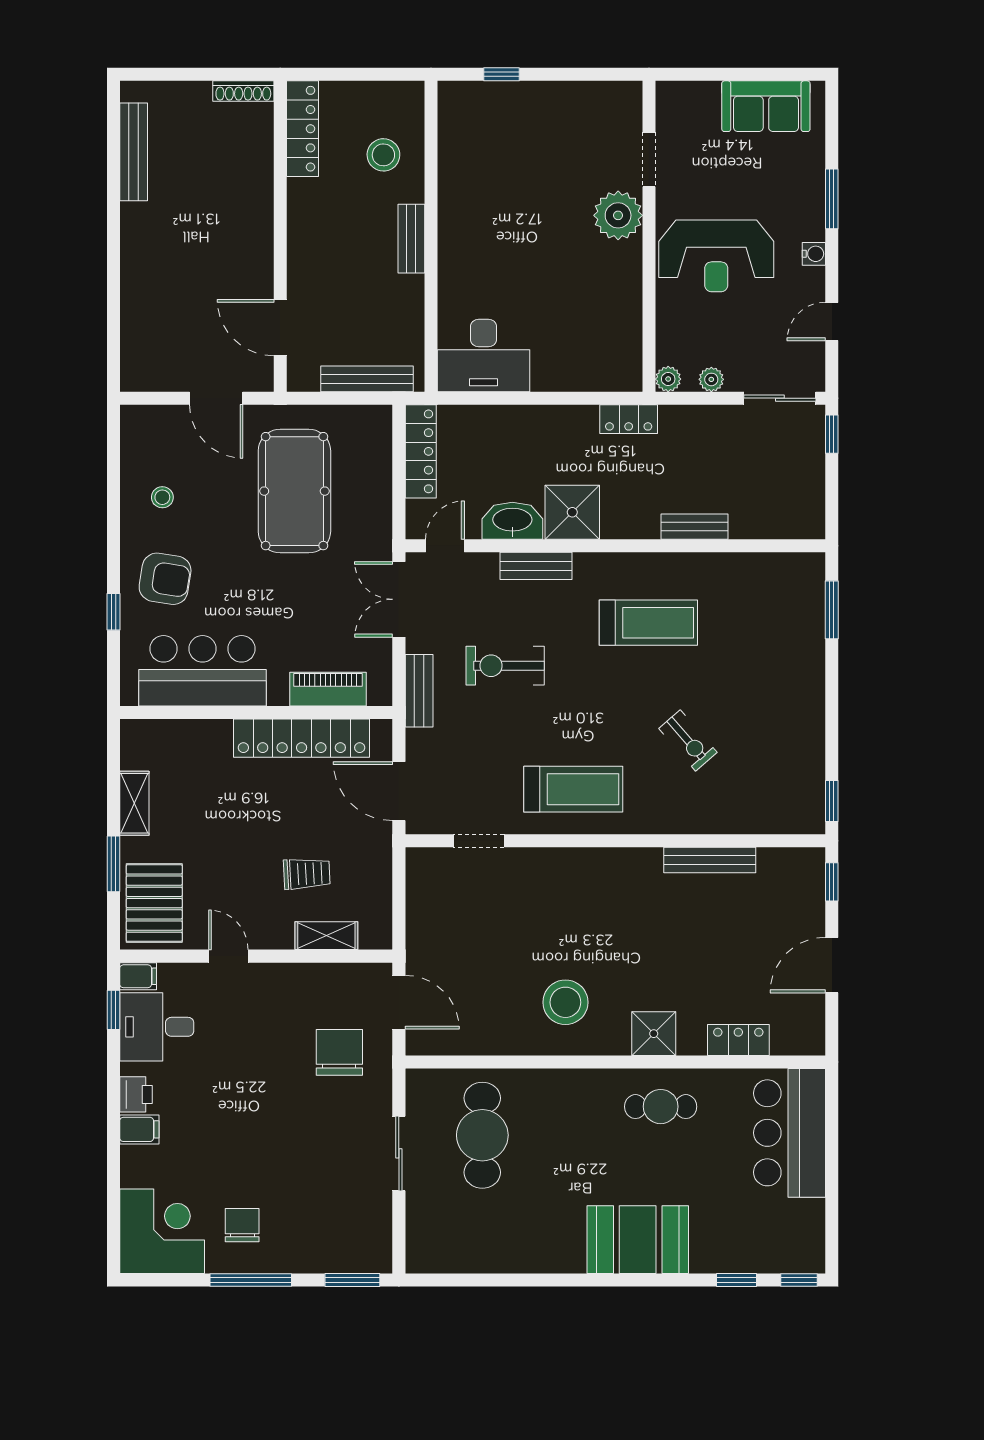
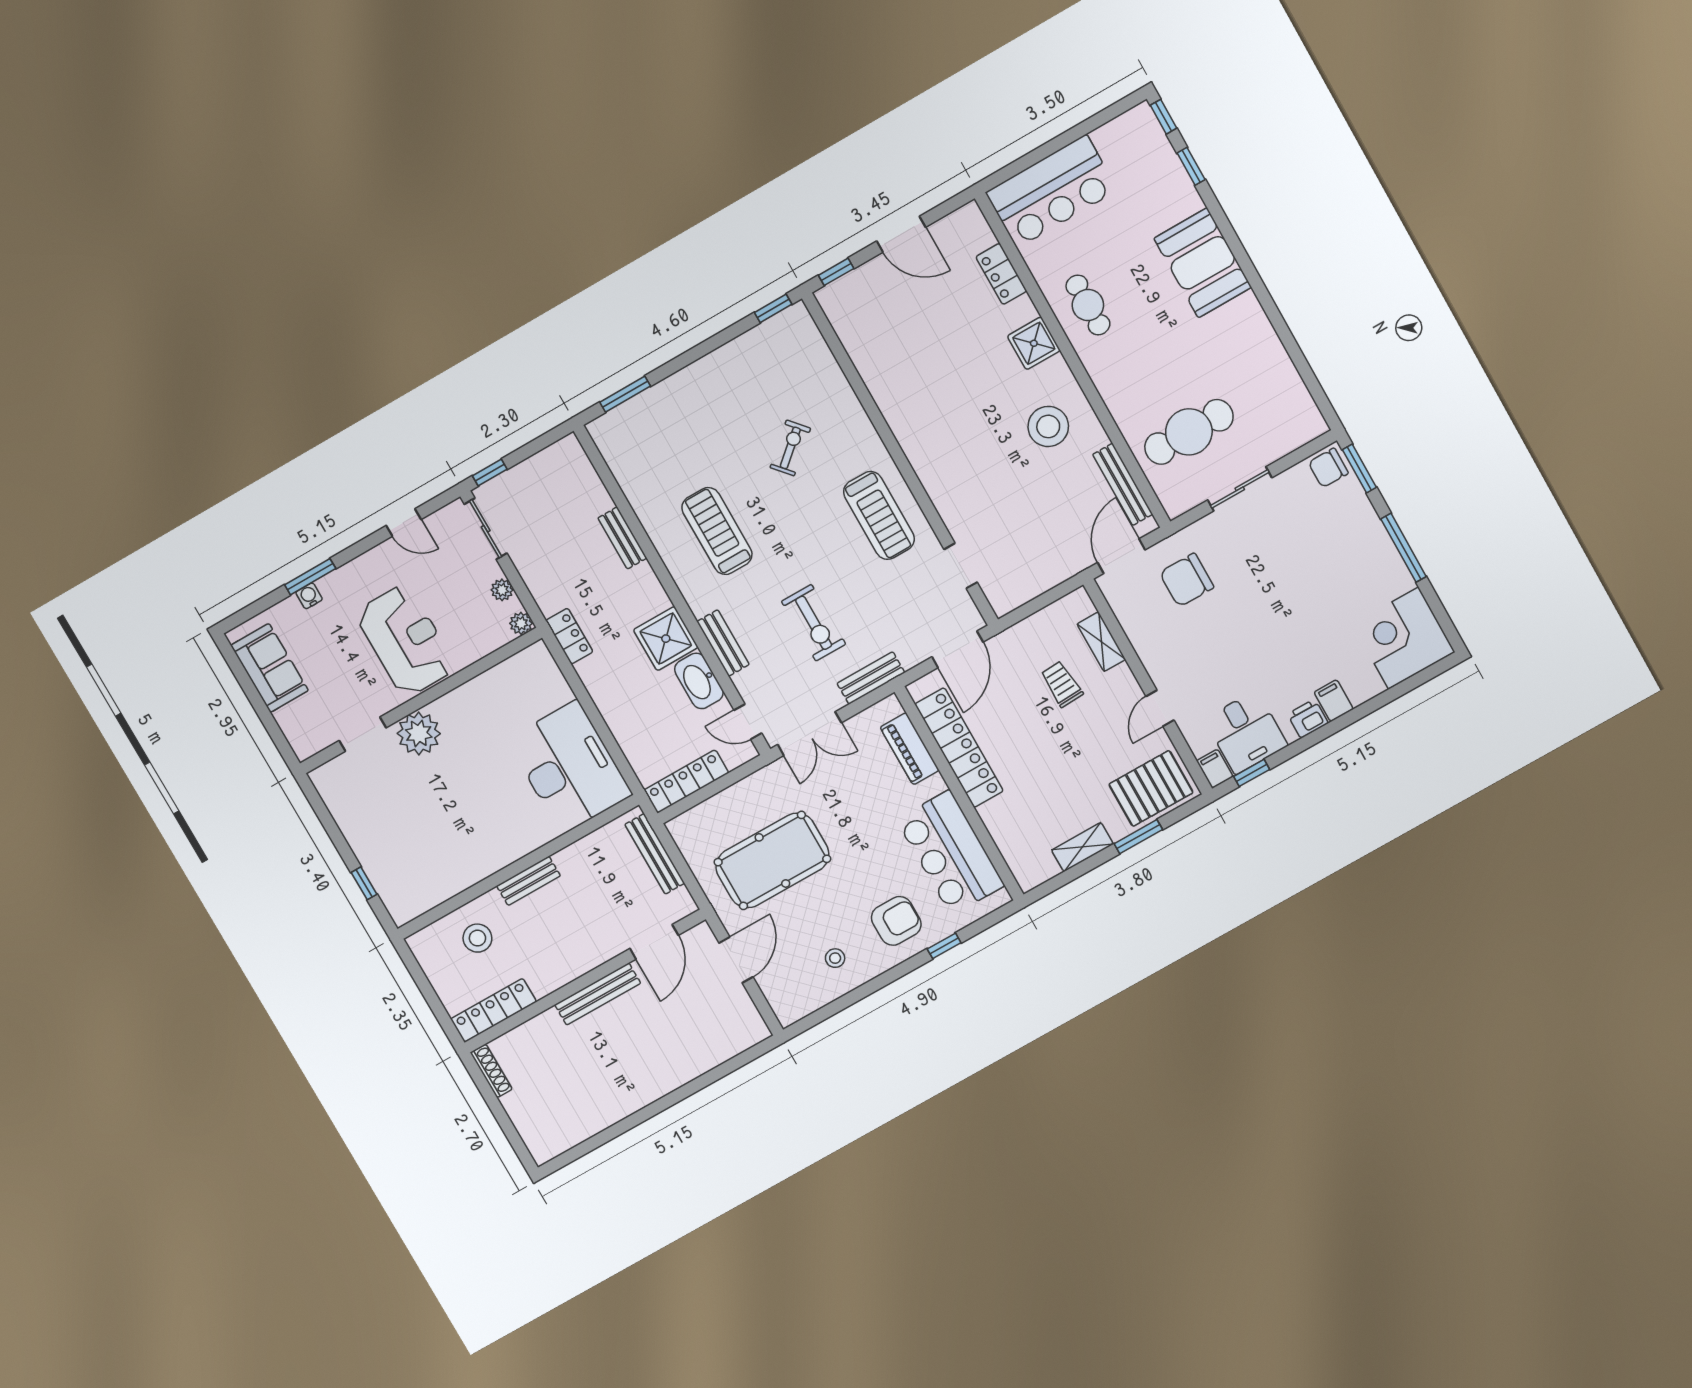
bench: (134, 152) -> (598, 994), moved
water cooler: (814, 254) -> (309, 596), moved
desk: (484, 355) -> (570, 767), width x1.36, depth x1.30
armchair: (165, 579) -> (896, 921), turned 81
treadmill: (573, 789) -> (879, 515), turned 180
bench: (710, 860) -> (1123, 484), moved
chair: (242, 1225) -> (1328, 468), moved

